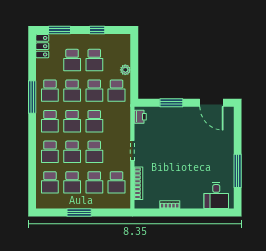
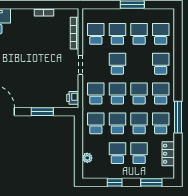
locker: (42, 46) -> (168, 154), moved
plant: (125, 70) -> (87, 158), moved
school desk: (72, 152) -> (96, 94), moved

